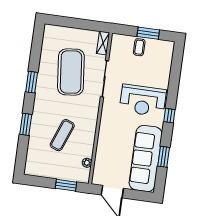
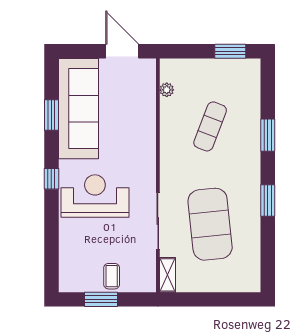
window: (66, 185) -> (230, 51), moved

